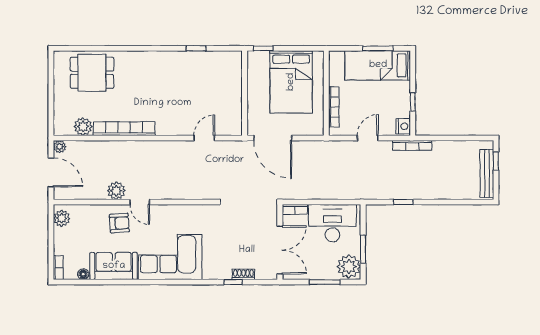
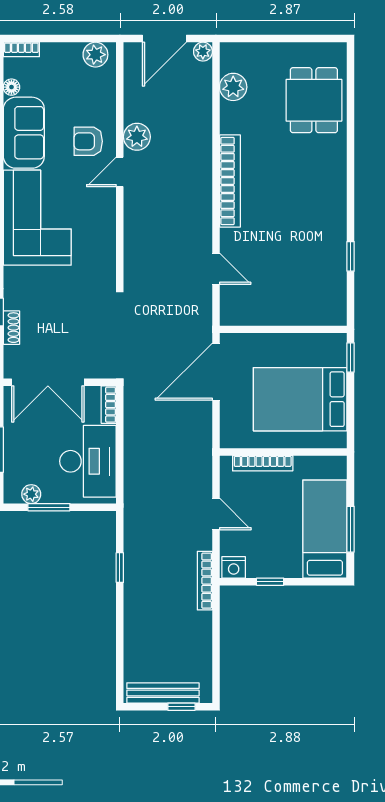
bookcase: (124, 129) -> (230, 181), moved
armchair: (119, 223) -> (88, 141), turned 94
plant: (349, 267) -> (31, 494), width x0.53, depth x0.53

